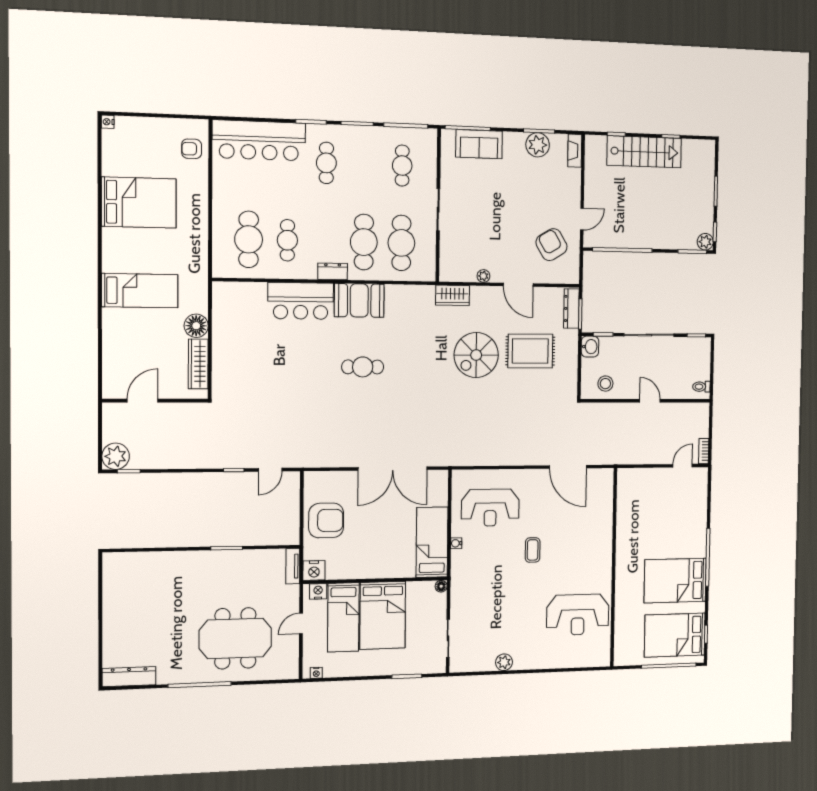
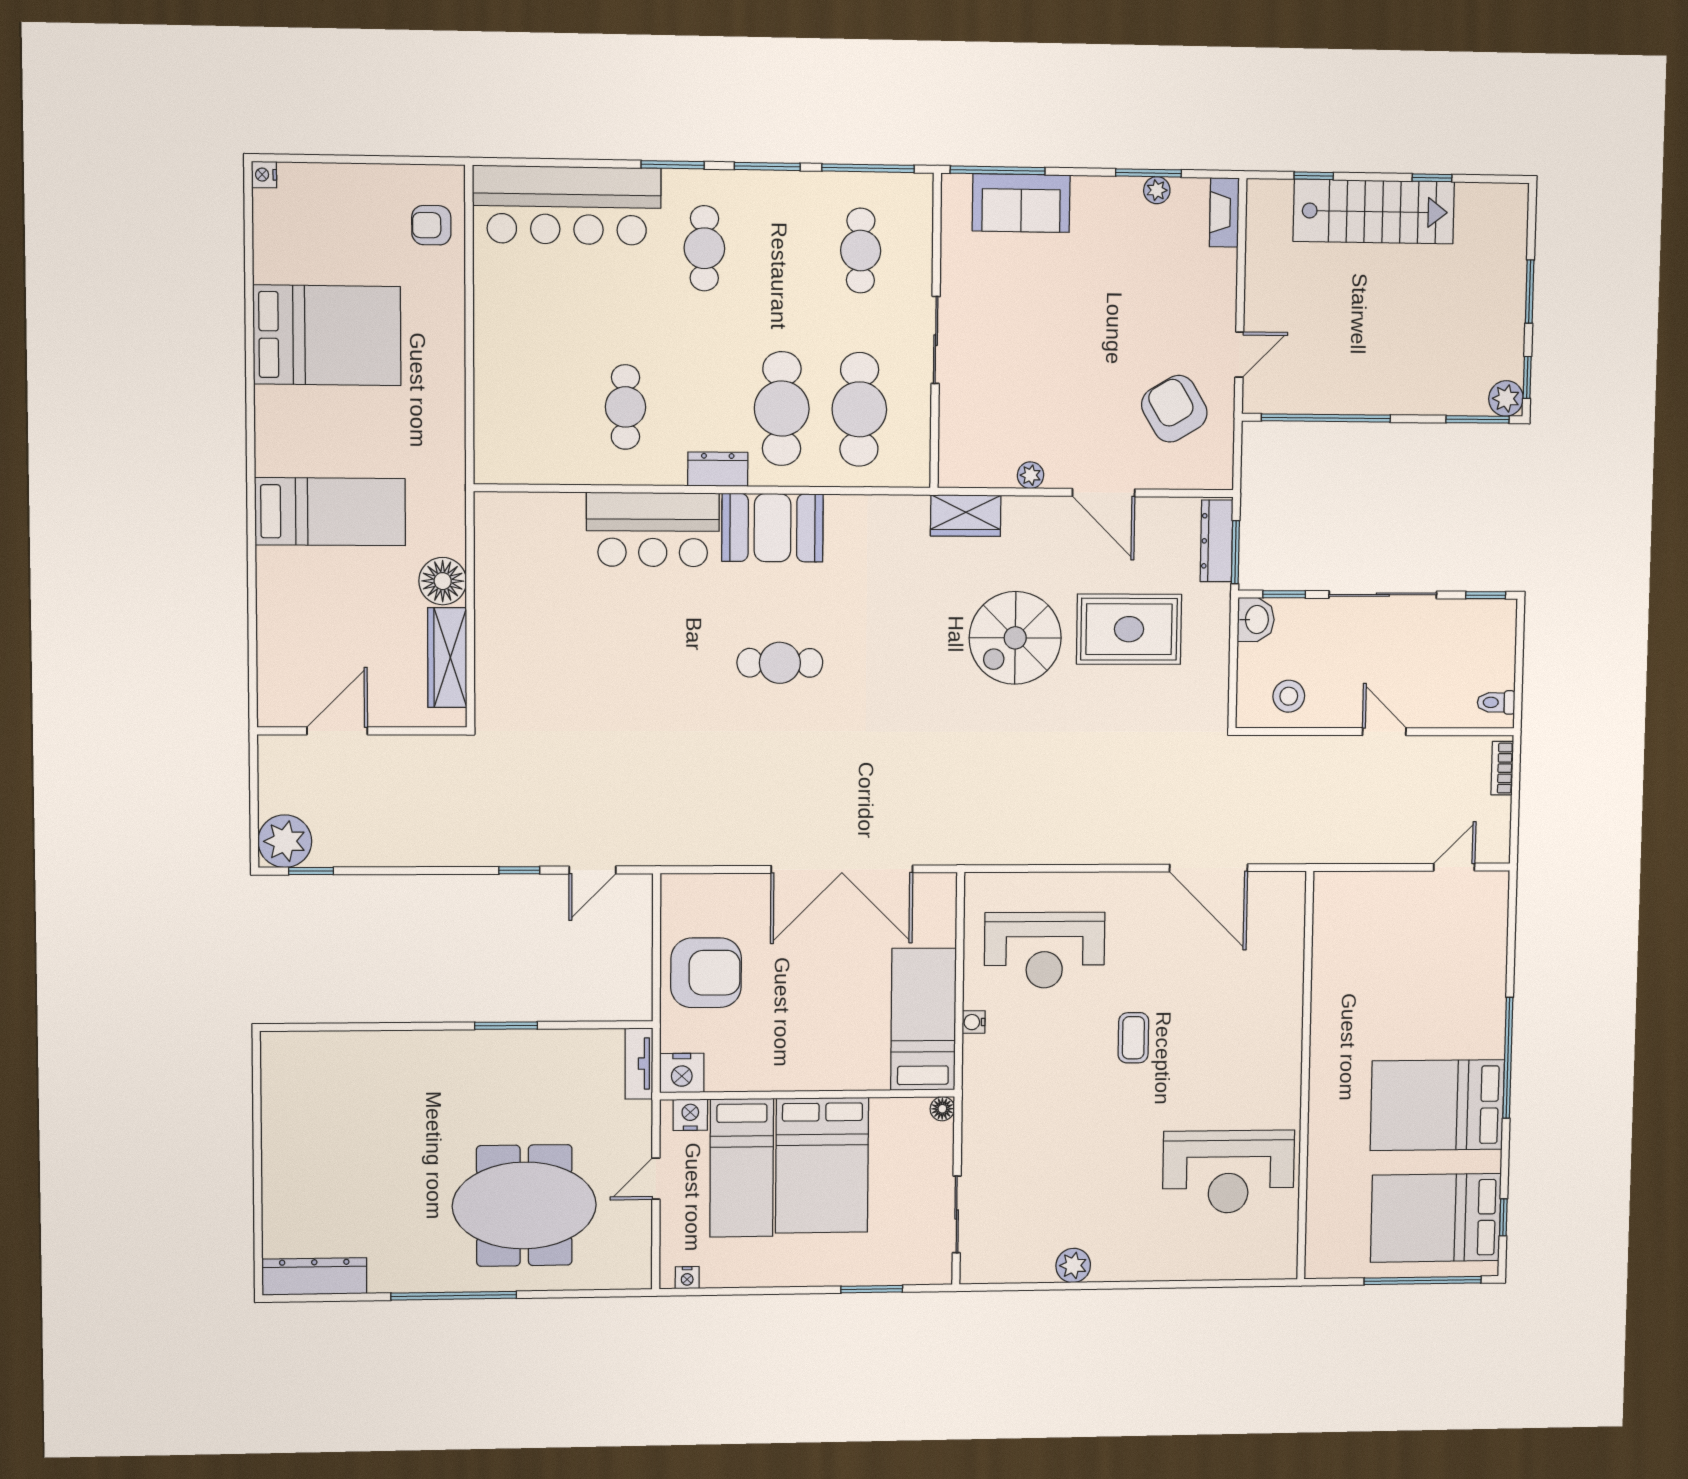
plant: (538, 145) -> (1157, 190), width x0.53, depth x0.53
cafe table: (249, 239) -> (547, 406), removed
bookcase: (704, 451) -> (1502, 768), moved

